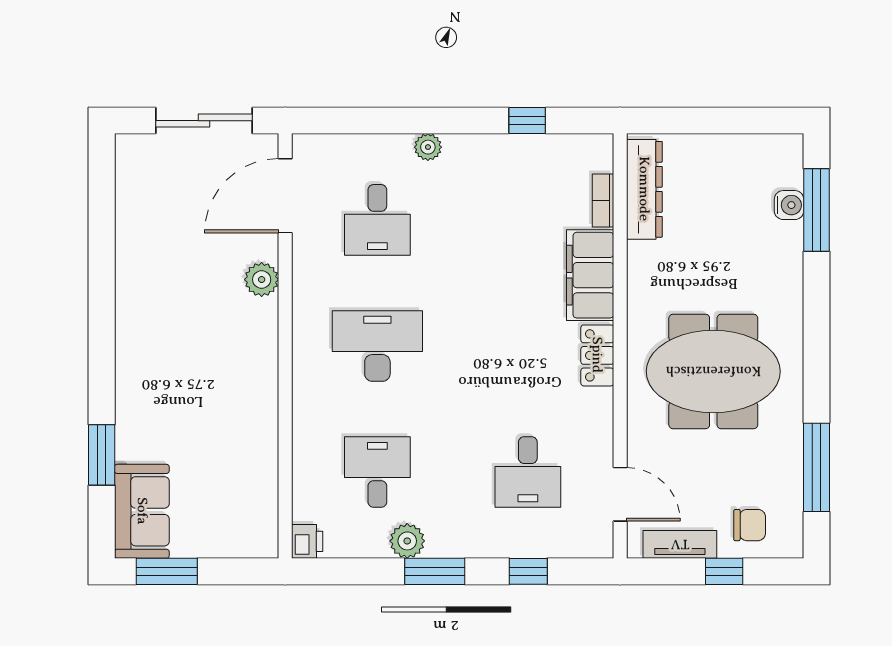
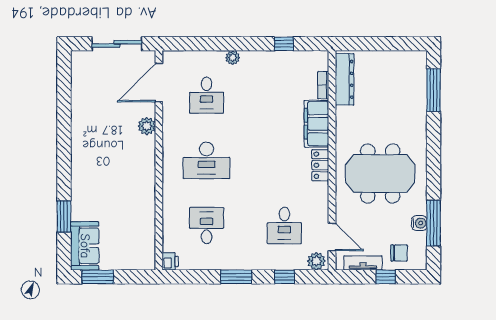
water cooler: (789, 205) -> (419, 223), moved
desk: (377, 346) -> (207, 160), turned 180
plant: (407, 541) -> (316, 261), moved

